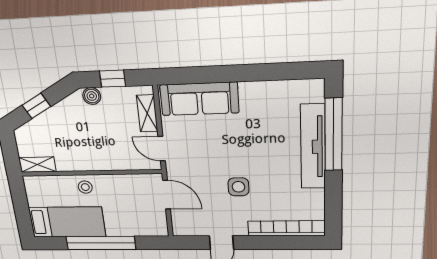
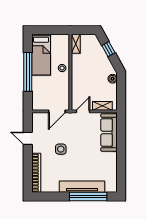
window: (113, 79) -> (121, 90), removed

